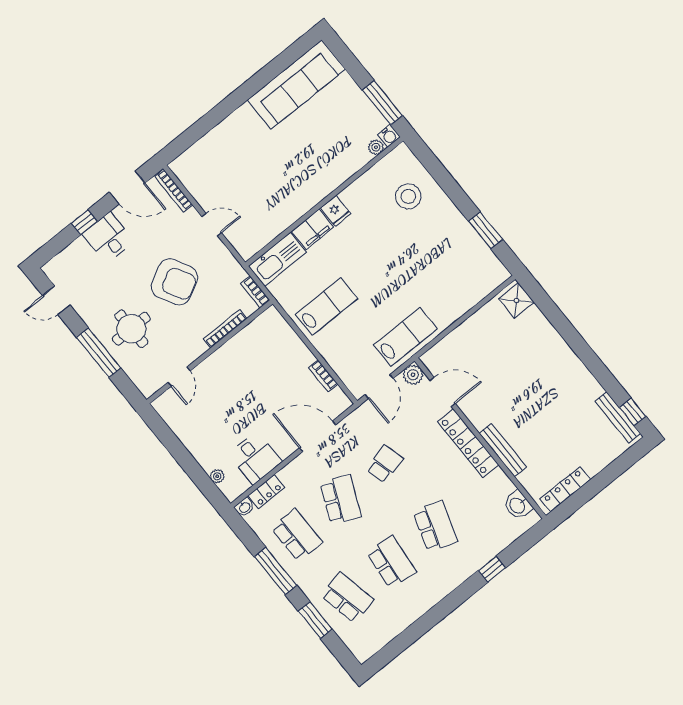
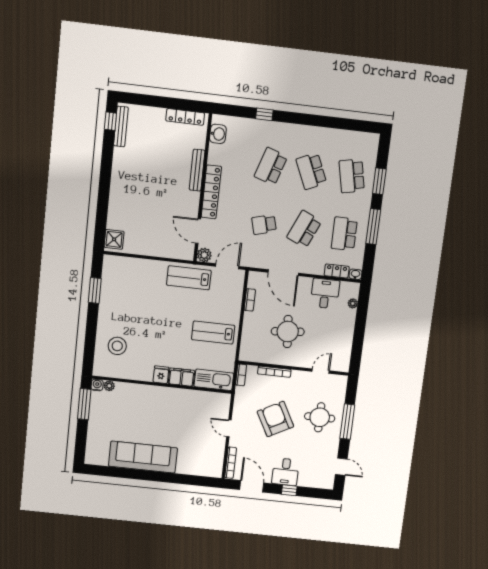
sofa: (296, 85) -> (143, 457), moved
round table: (253, 383) -> (288, 332), added
school desk: (391, 562) -> (311, 171), turned -30

